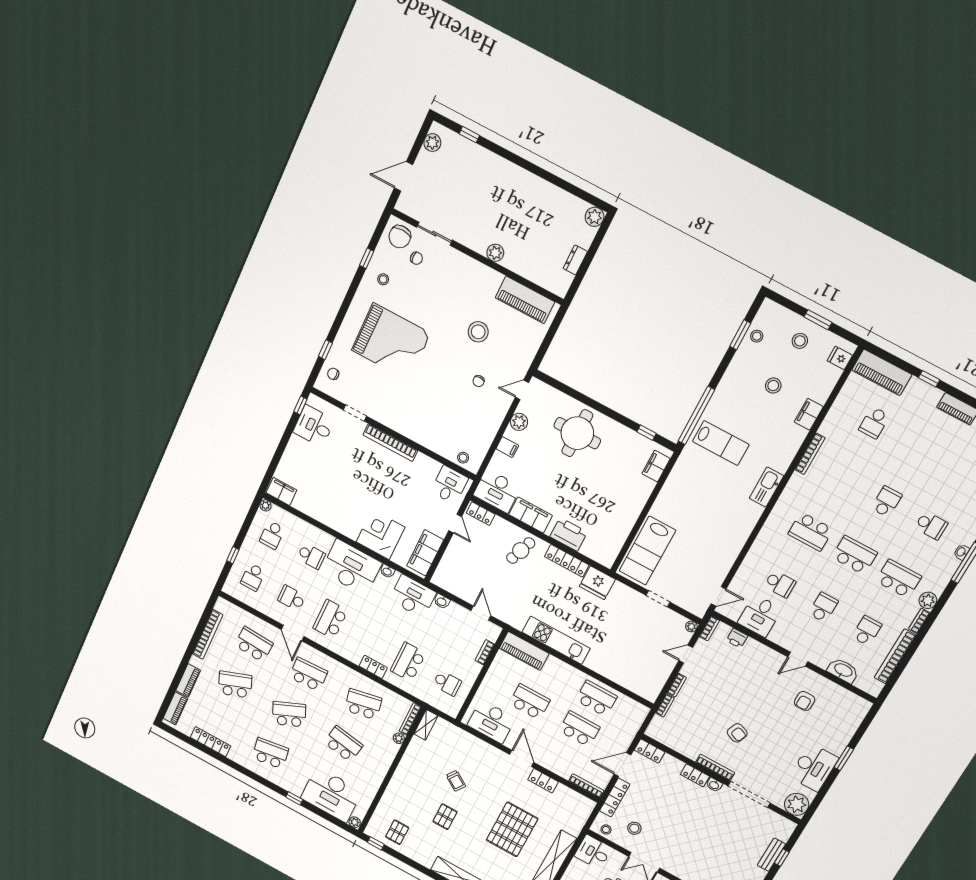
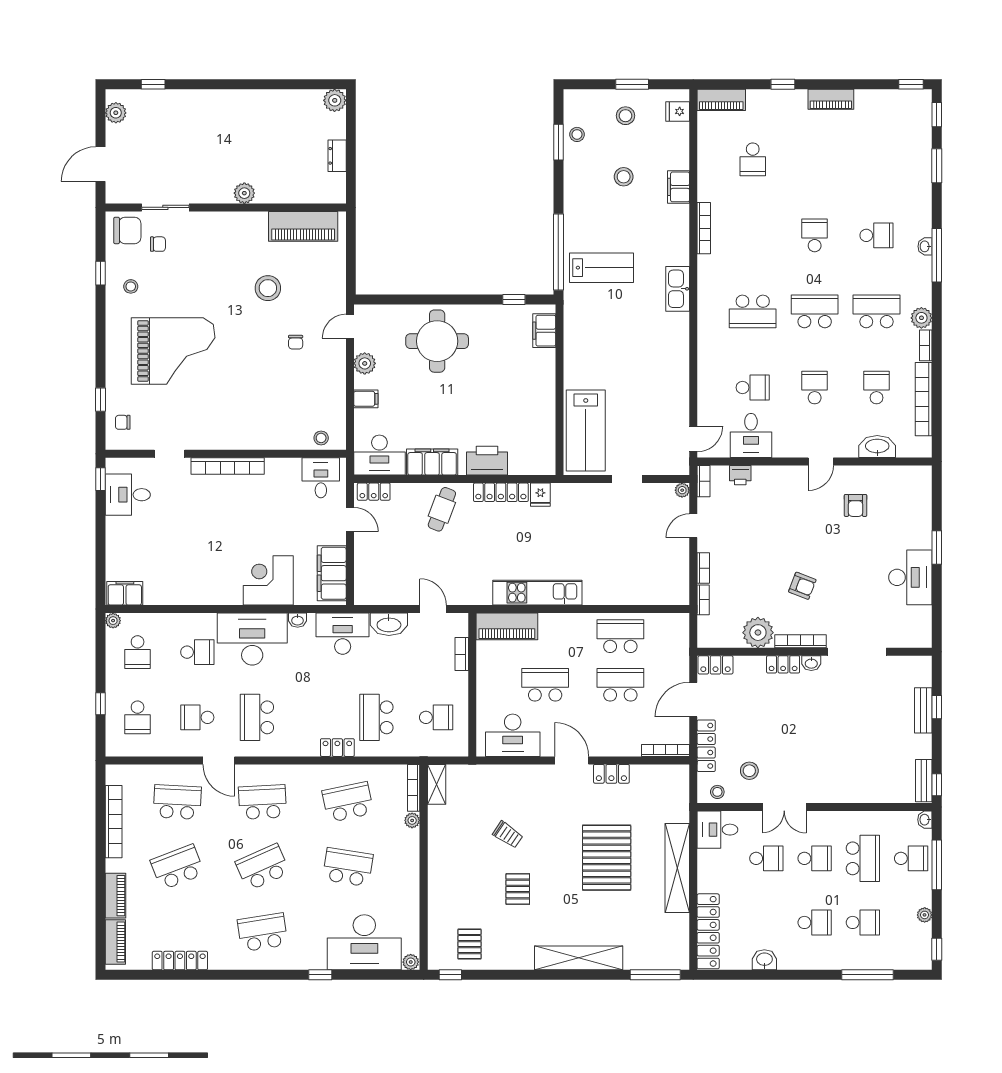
chair: (400, 237) -> (127, 230), turned -90
piano: (882, 372) -> (721, 100), width x0.73, depth x0.75
fridge: (597, 583) -> (540, 495), width x0.53, depth x0.75
washbasin: (442, 601) -> (389, 624), width x1.91, depth x1.45
plant: (797, 804) -> (758, 633), moved

